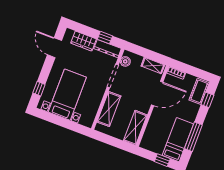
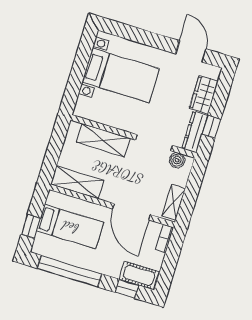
door: (55, 48) -> (191, 51), hinge flipped
window: (39, 89) -> (127, 32), removed
window: (193, 137) -> (70, 271), width x1.46
bed: (178, 140) -> (70, 227), moved

